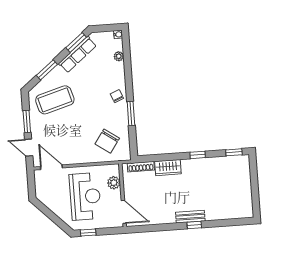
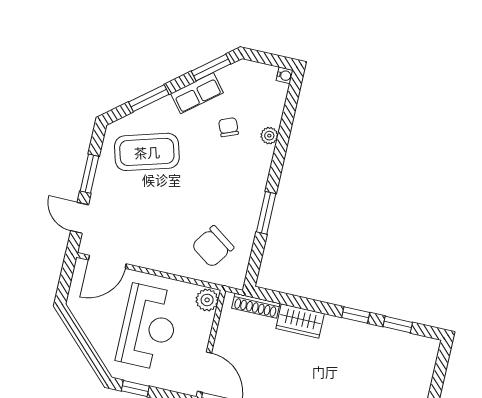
row of seats: (77, 54) -> (197, 93), width x0.68
plant: (119, 56) -> (269, 136), moved
chair: (117, 96) -> (228, 127), moved
window: (234, 152) -> (398, 325), moved
door: (51, 167) -> (107, 262), swing flipped
plant: (114, 183) -> (207, 300), moved

